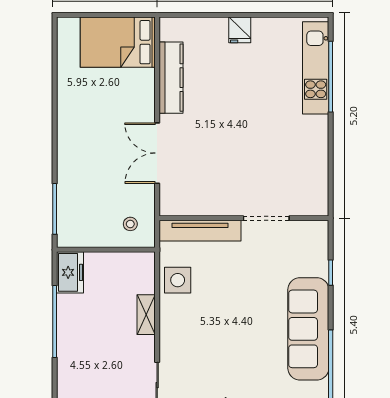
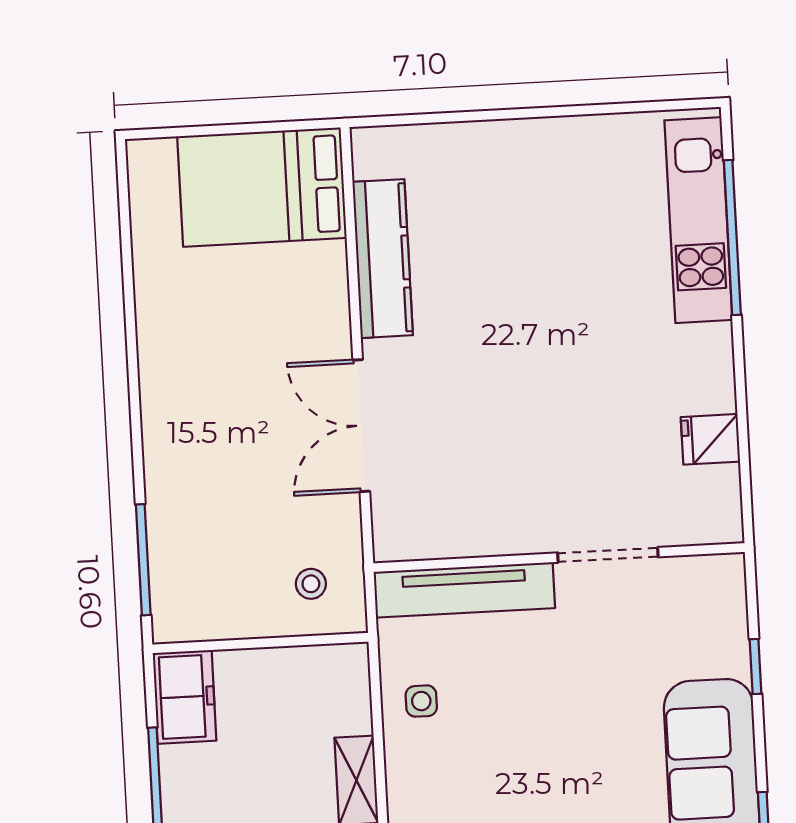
fridge: (240, 30) -> (710, 439), moved, turned 90
side table: (178, 280) -> (421, 701), width x0.54, depth x0.54

